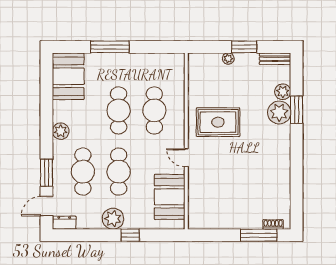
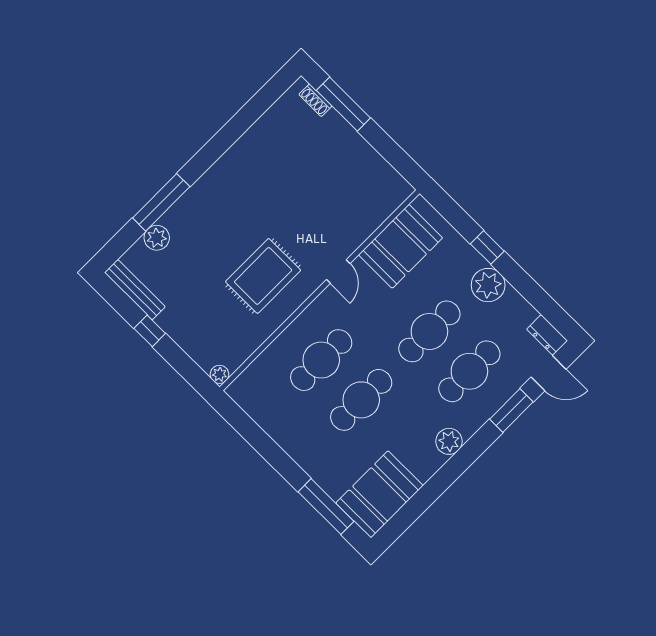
window: (110, 47) -> (326, 507), moved
window: (244, 47) -> (150, 331), width x0.67
plant: (228, 59) -> (220, 374), moved
bench: (275, 59) -> (135, 290), width x1.36
window: (297, 110) -> (161, 202), width x1.44
plant: (279, 112) -> (184, 219), removed
rug: (218, 122) -> (263, 276), turned 90

